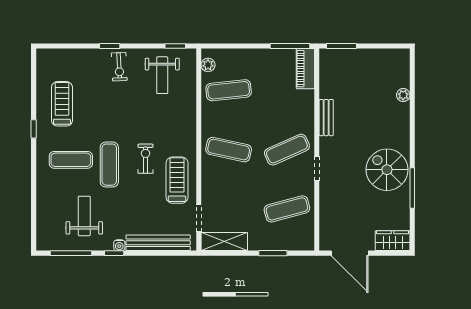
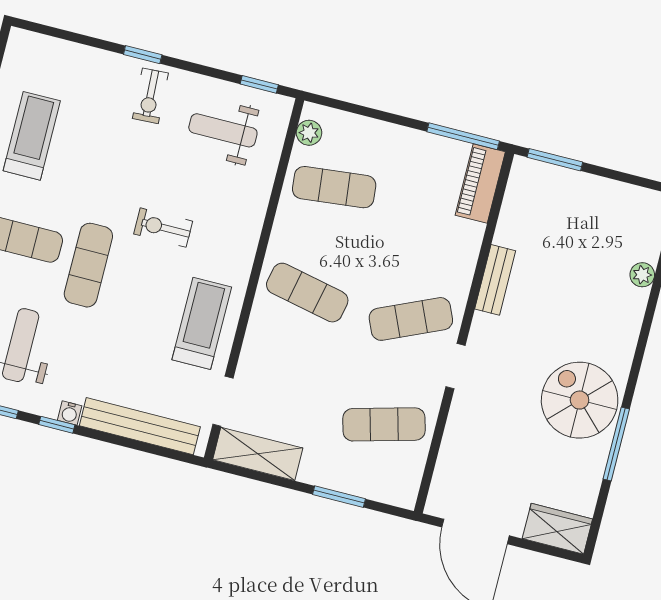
weight bench: (162, 75) -> (223, 130), turned 90
exercise bike: (145, 159) -> (163, 228), moved, turned -90

